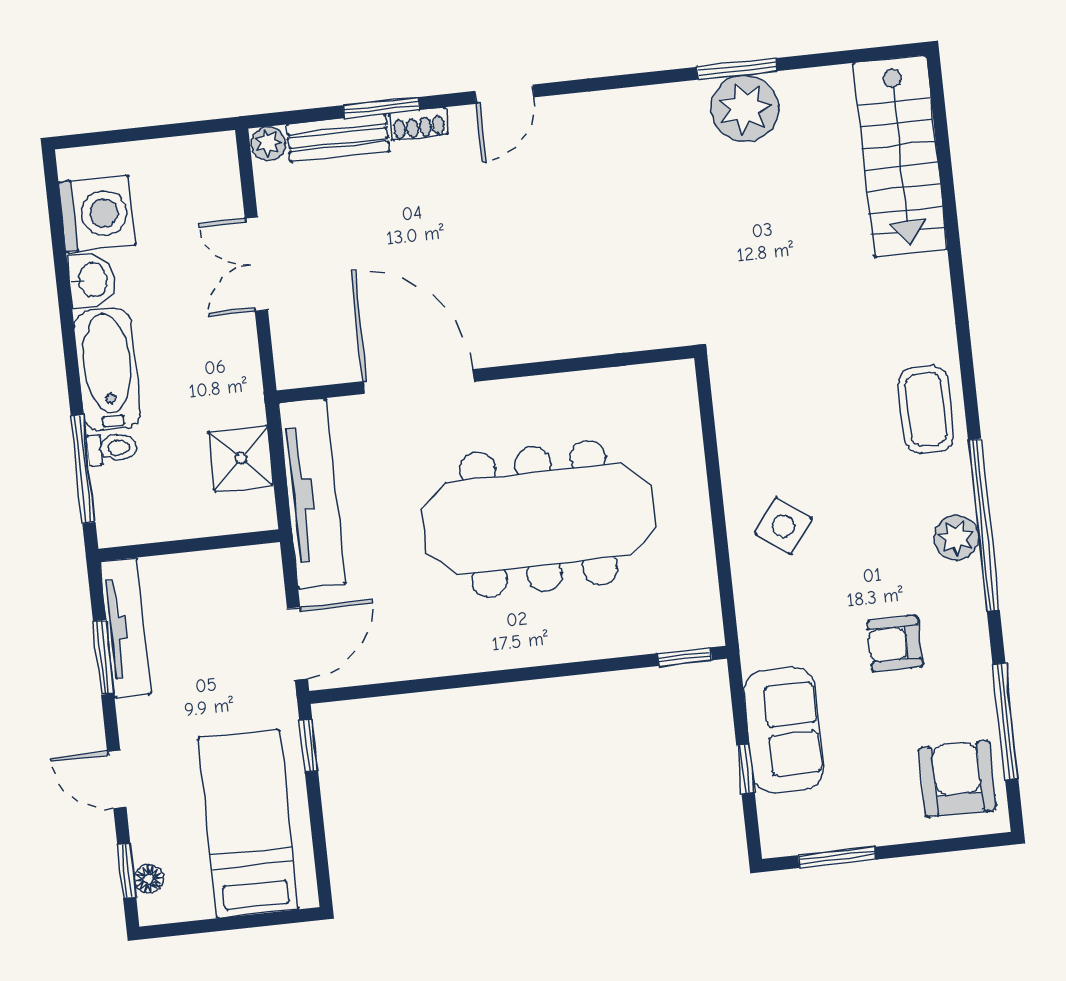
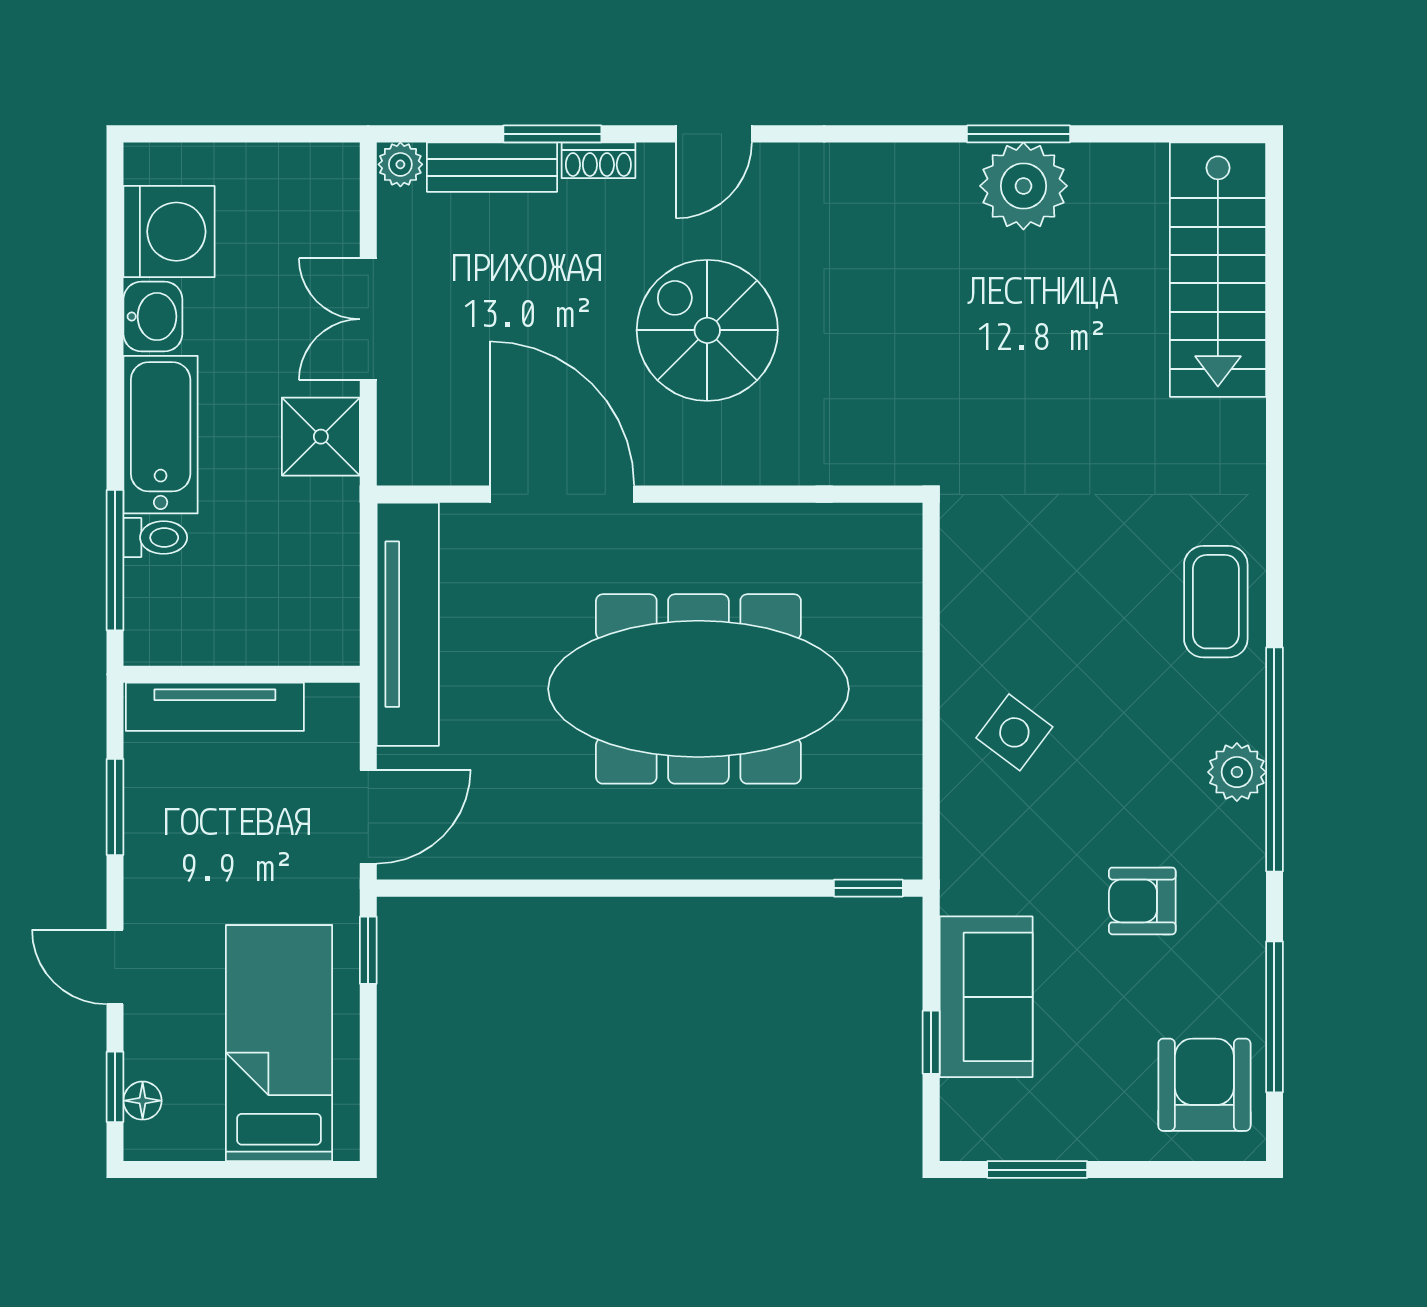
spiral stairs: (516, 245) -> (707, 330), added
shower: (241, 458) -> (321, 437), moved
tv unit: (125, 628) -> (215, 707), moved, turned 90

